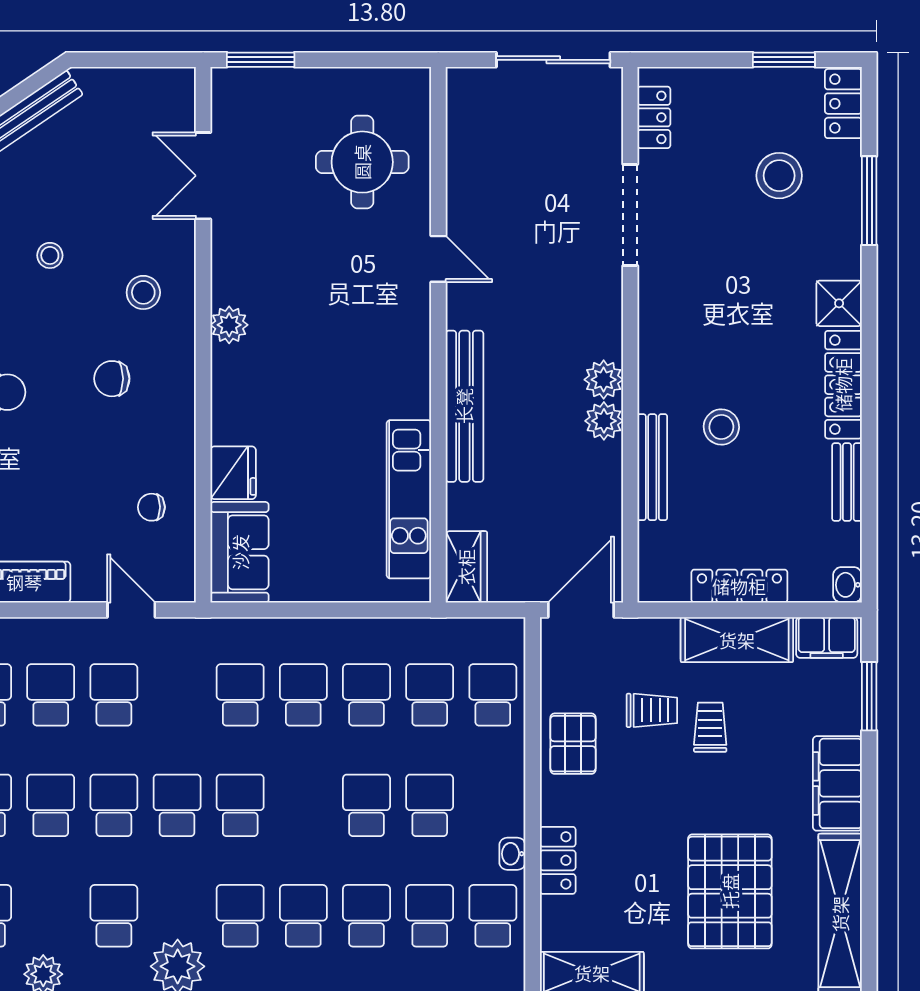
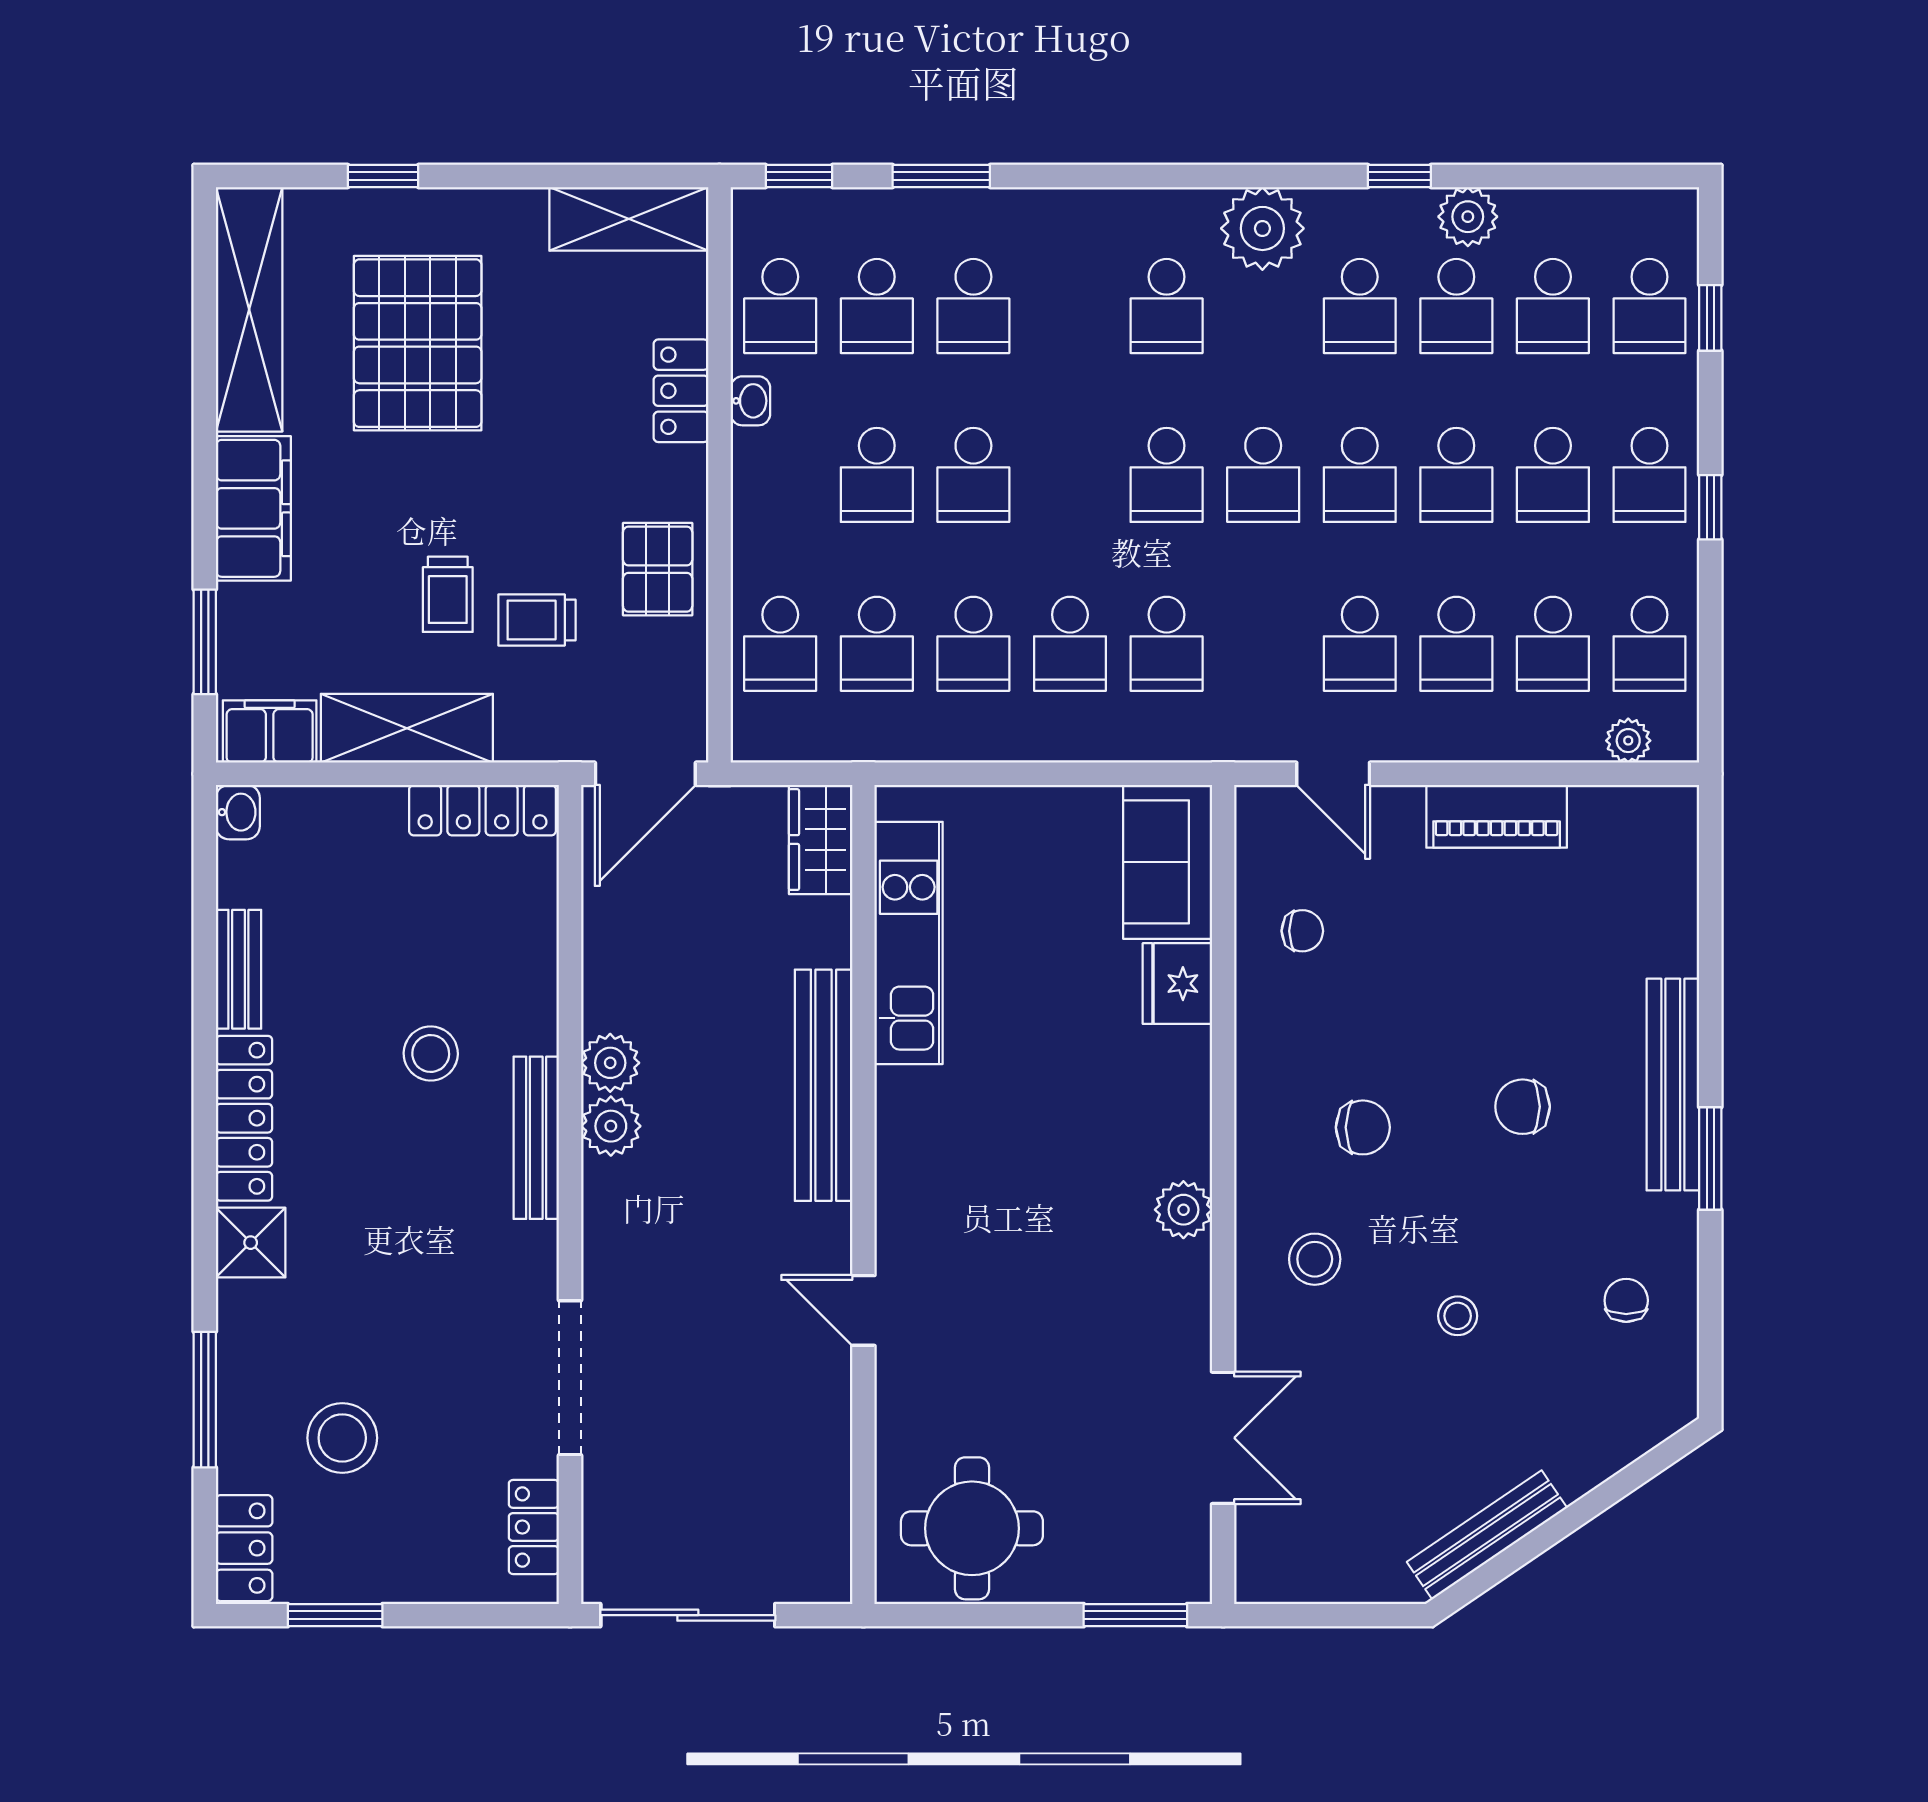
round table: (362, 162) -> (972, 1528), moved
bench: (652, 467) -> (536, 1138), moved
locker: (739, 586) -> (483, 810), moved
school desk: (303, 916) -> (1456, 306), moved

